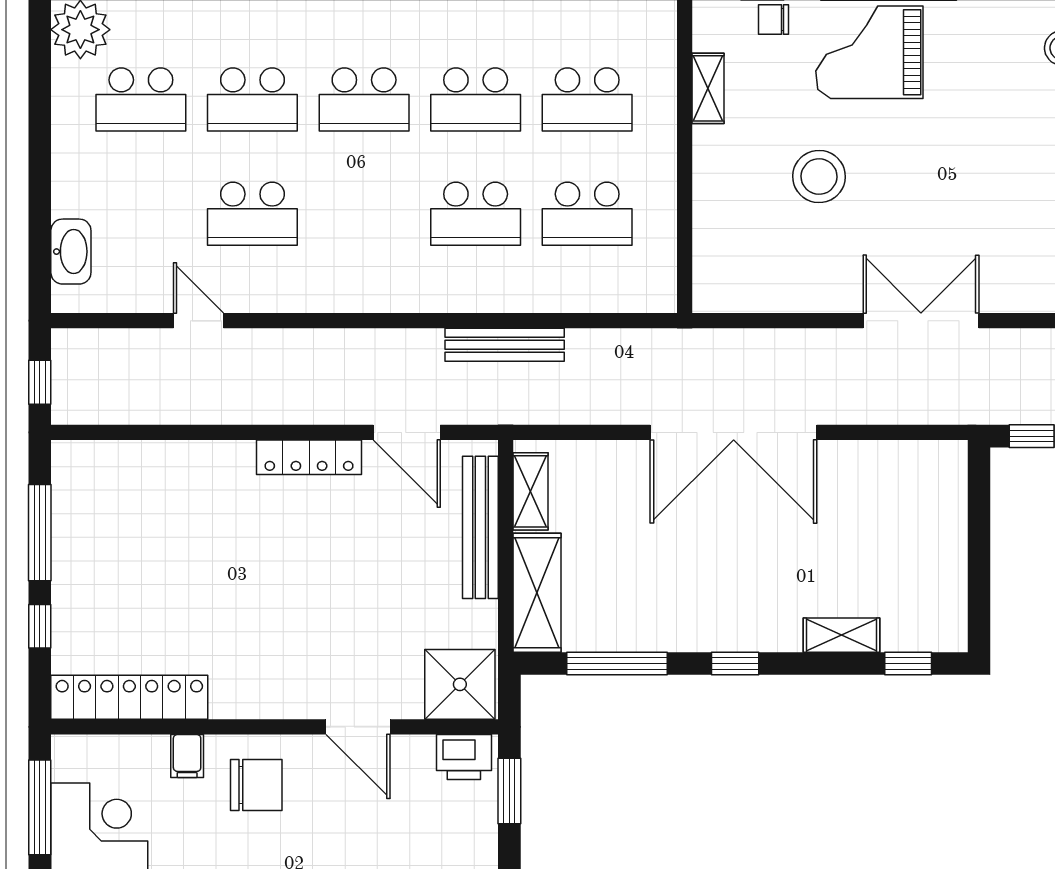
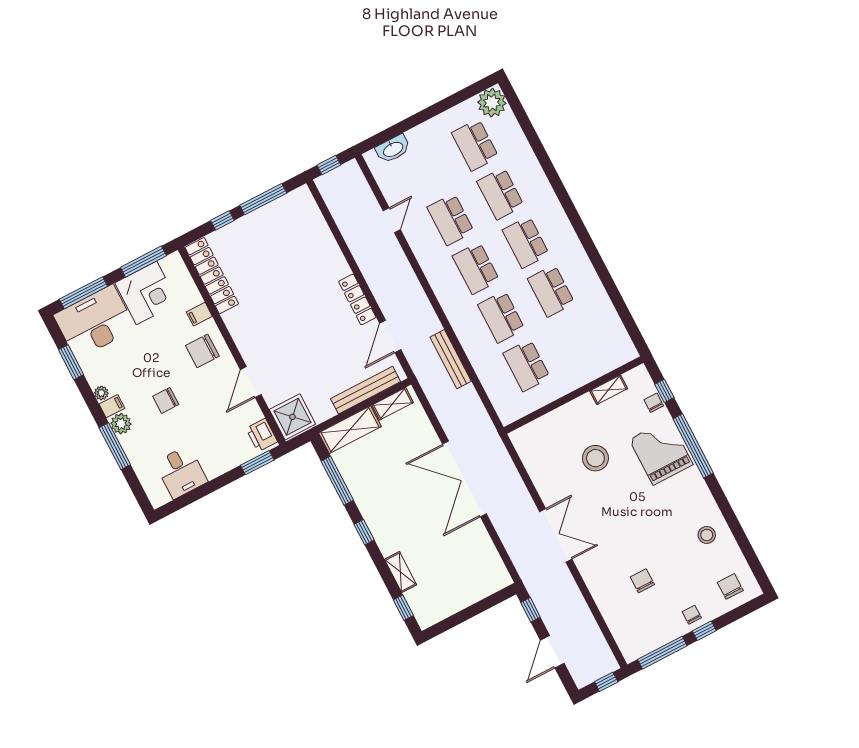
school desk: (587, 100) -> (476, 268), moved
chair: (256, 785) -> (202, 351), turned 90

